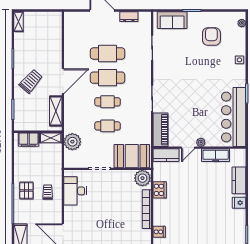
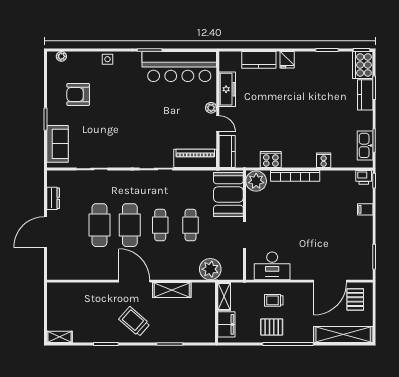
wall: (38, 132) -> (216, 313), moved
shelving: (51, 138) -> (224, 296), moved
filing cabinet: (28, 140) -> (226, 324), moved

